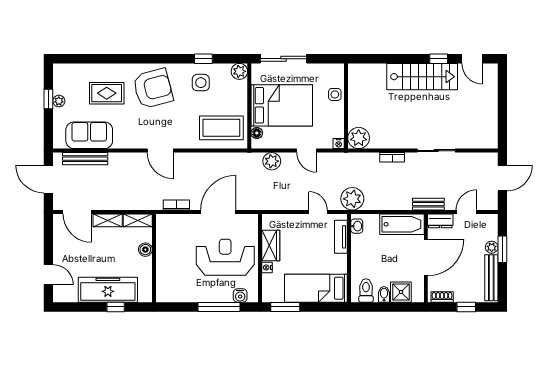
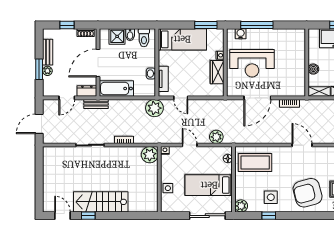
bed: (282, 105) -> (209, 185), width x0.67
washbasin: (357, 226) -> (151, 74), moved
bench: (491, 278) -> (48, 52), width x0.73

